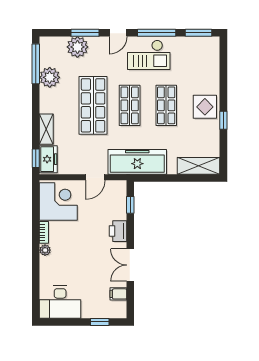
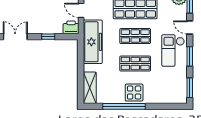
window: (157, 33) -> (190, 56), width x0.69
window: (223, 120) -> (124, 106), width x3.17
window: (130, 205) -> (48, 37), moved
printer: (118, 231) -> (71, 27), moved

